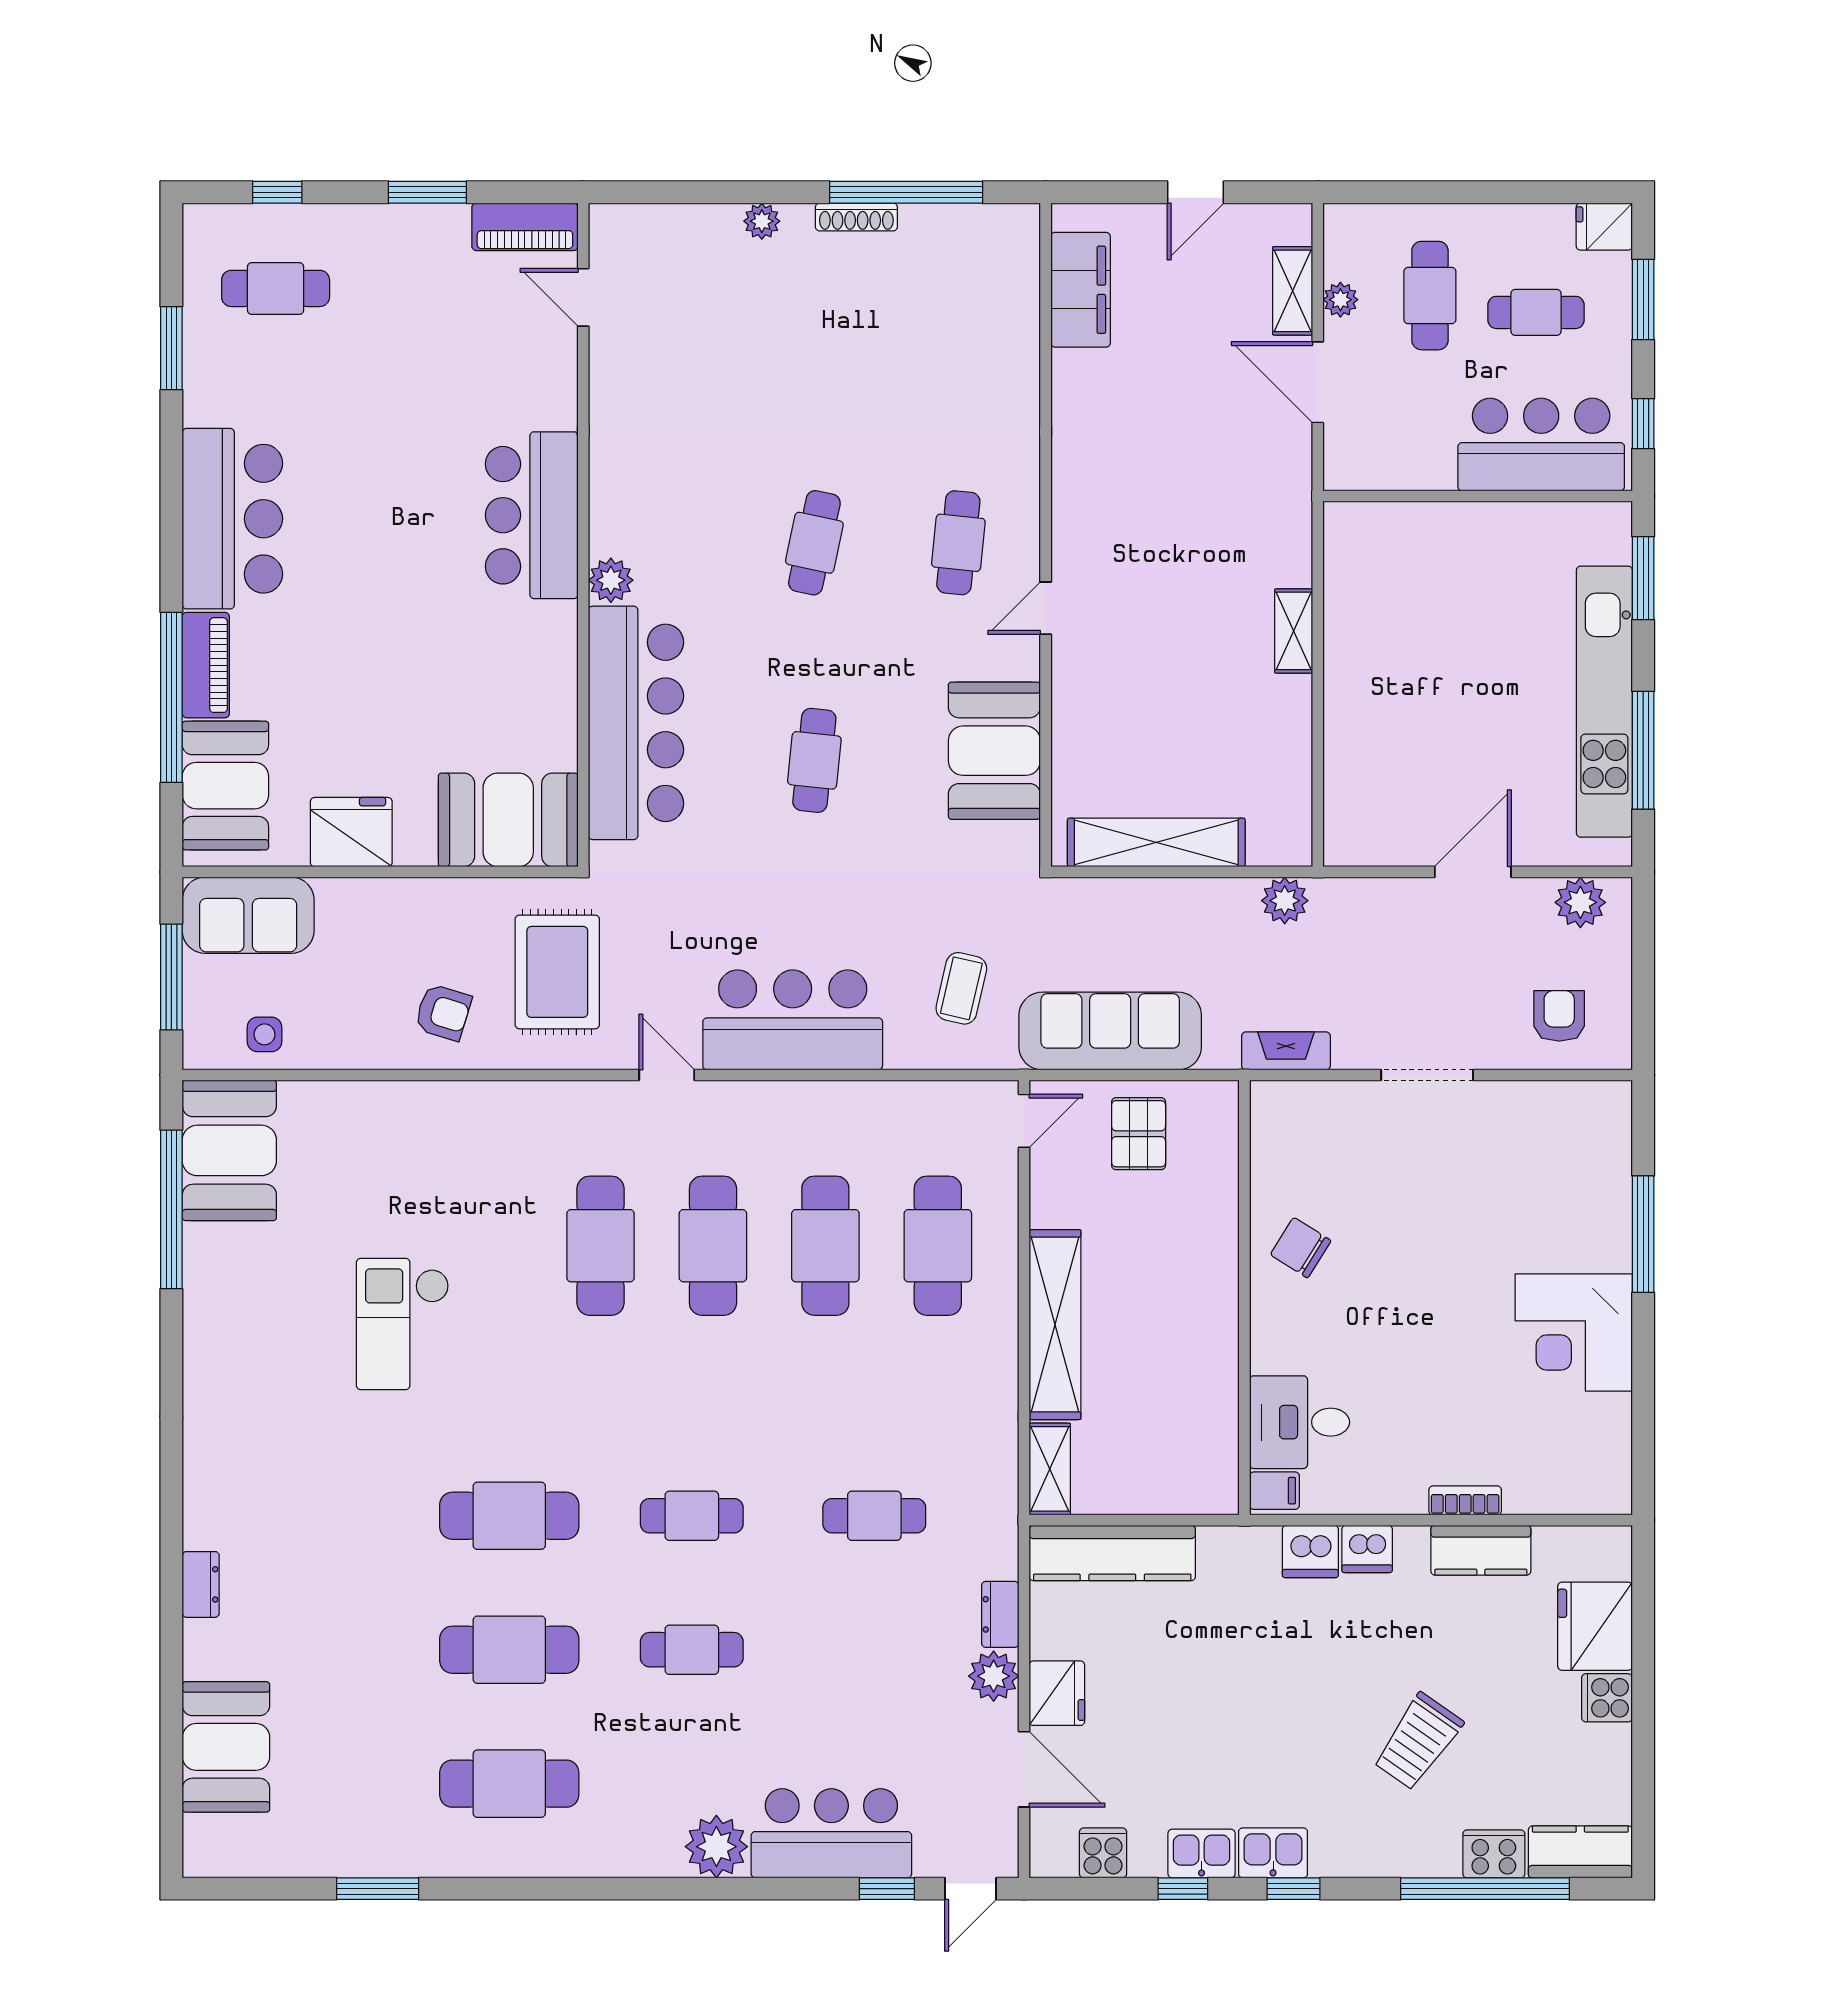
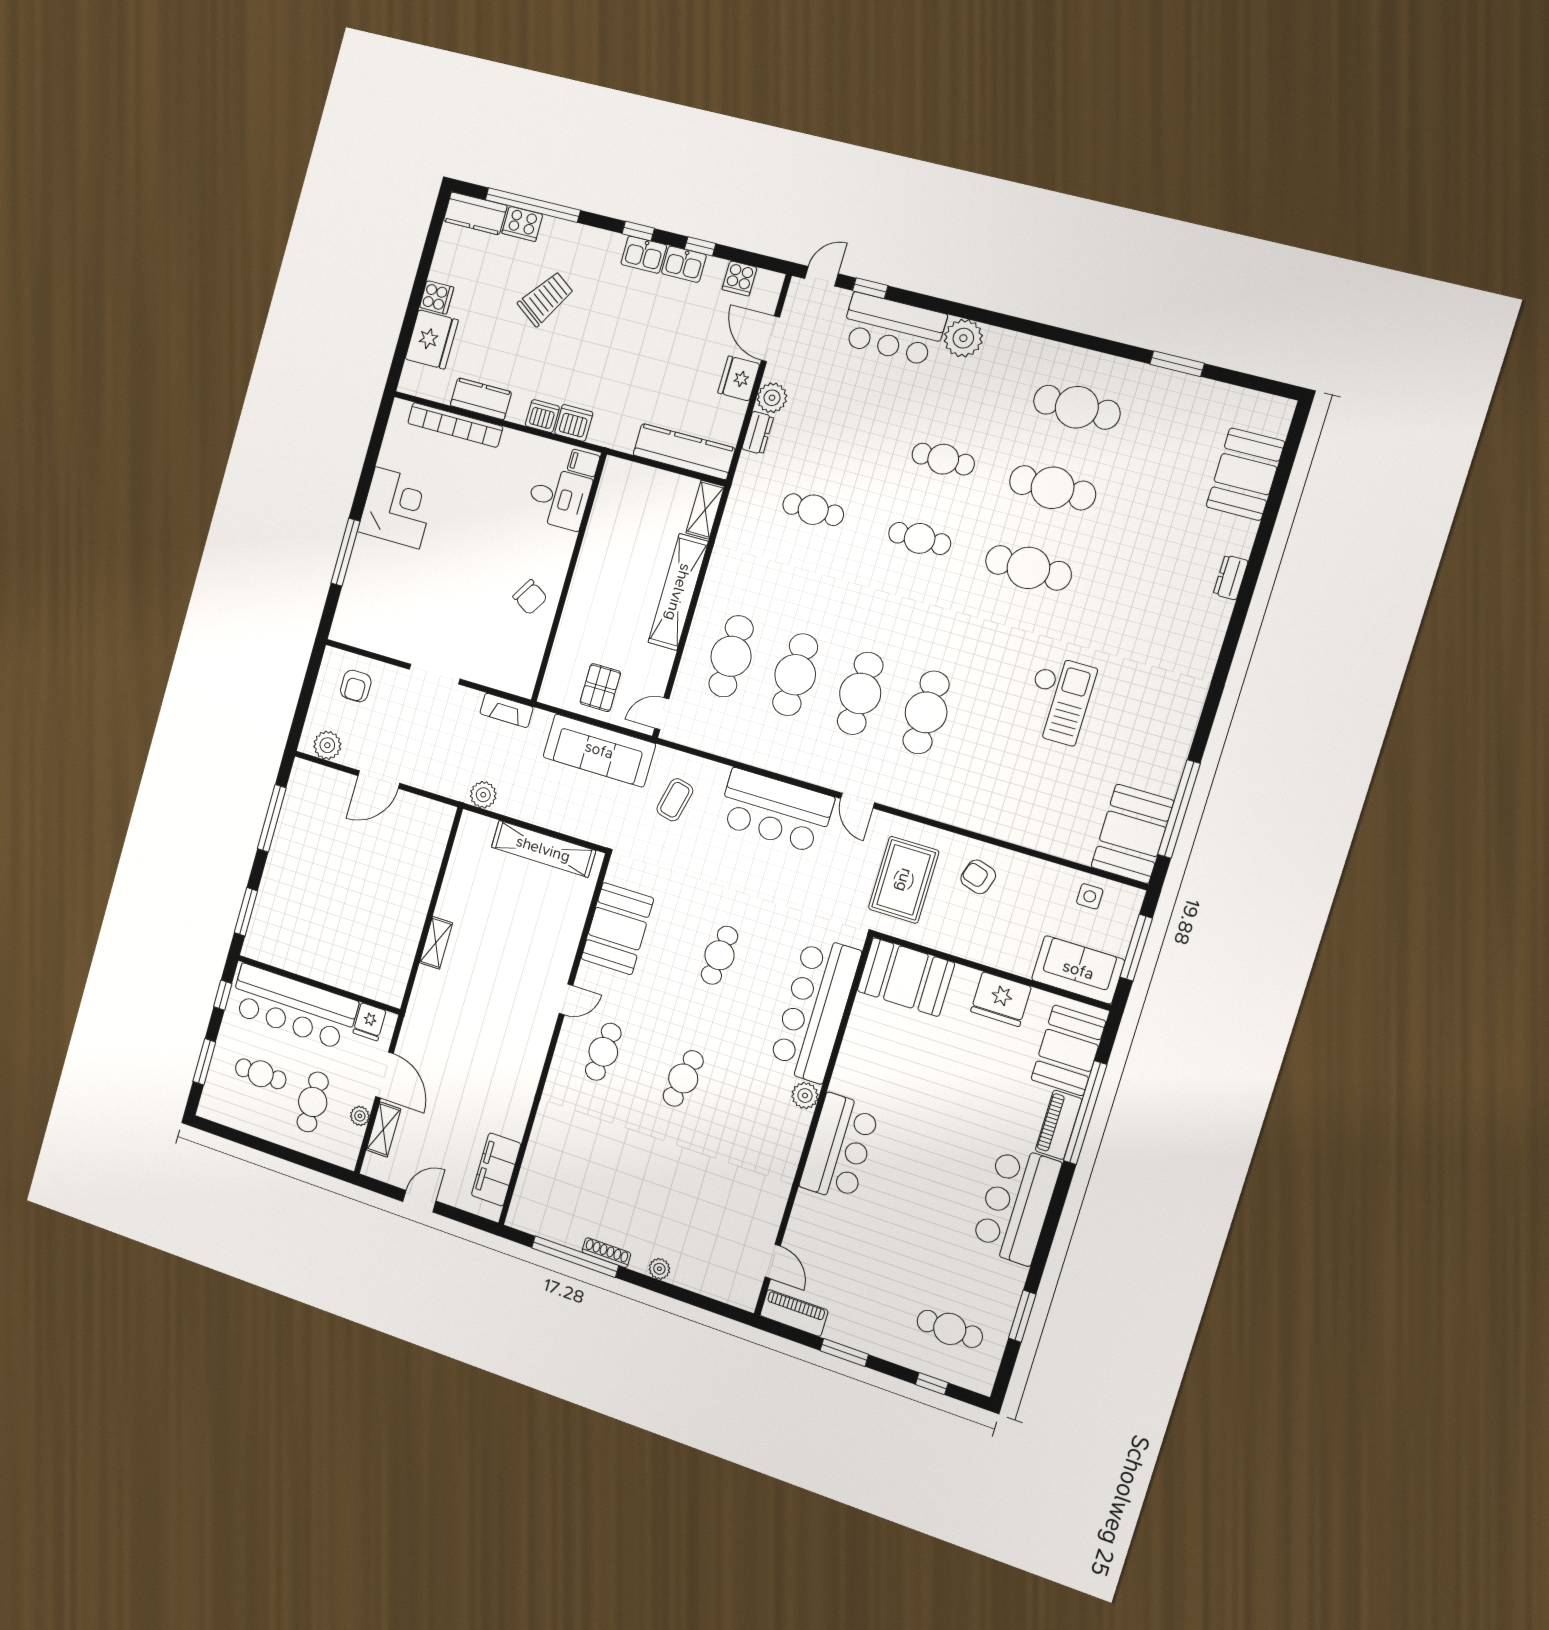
fridge: (1604, 227) -> (369, 1022), moved, turned 90
bar counter: (1541, 445) -> (294, 1007), width x1.36
kitchen unit: (1604, 702) -> (284, 851), removed
bookcase: (1465, 1500) -> (455, 425), width x2.31, depth x1.31

